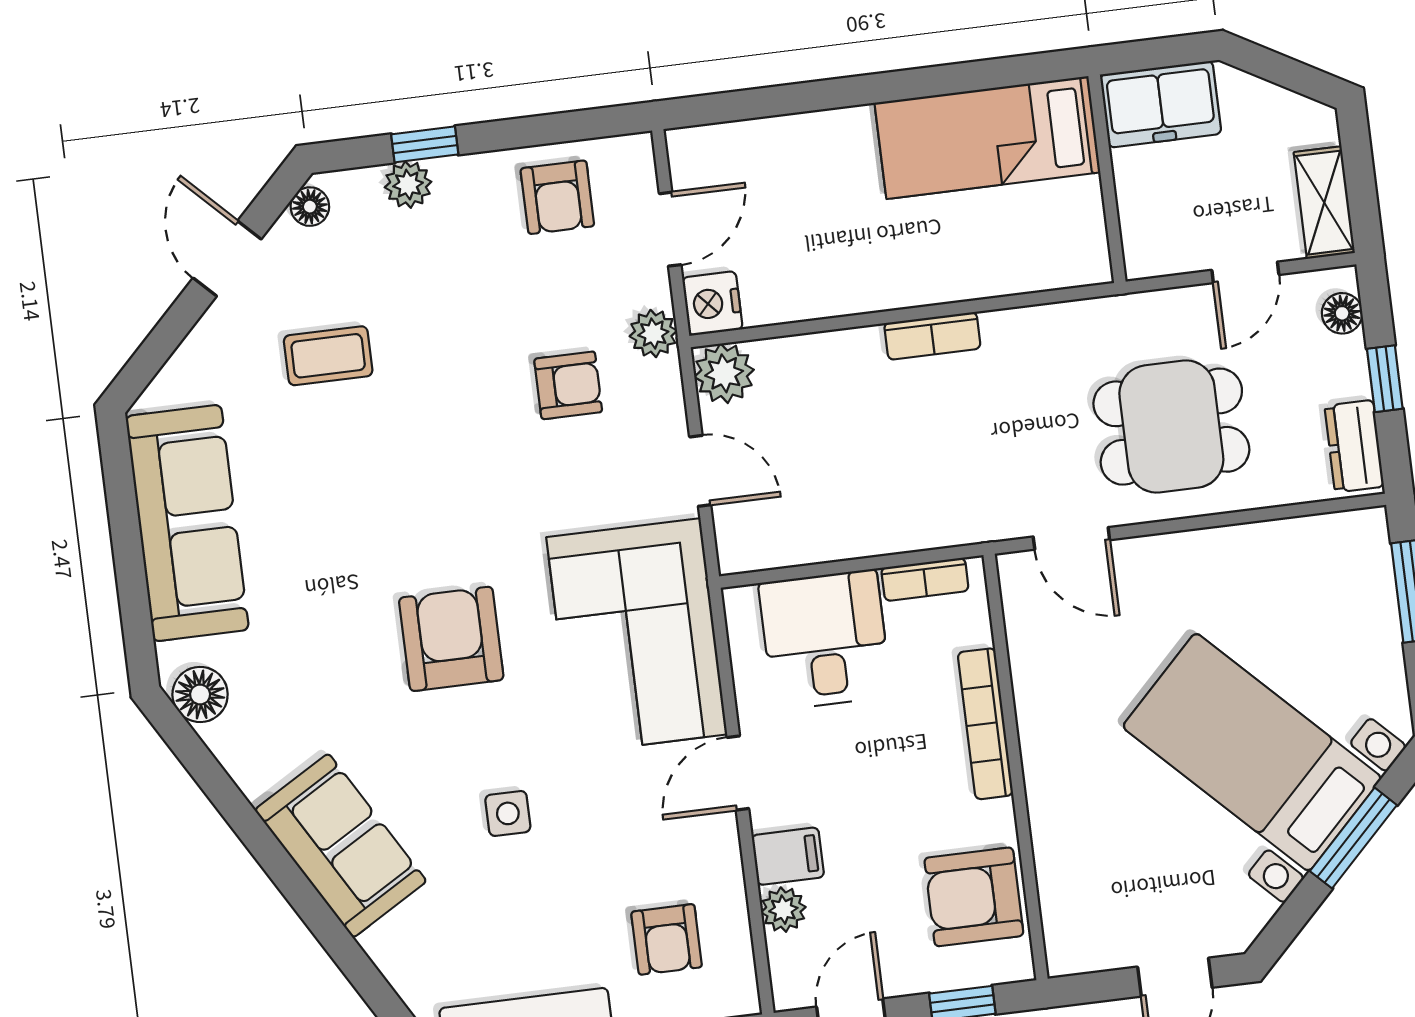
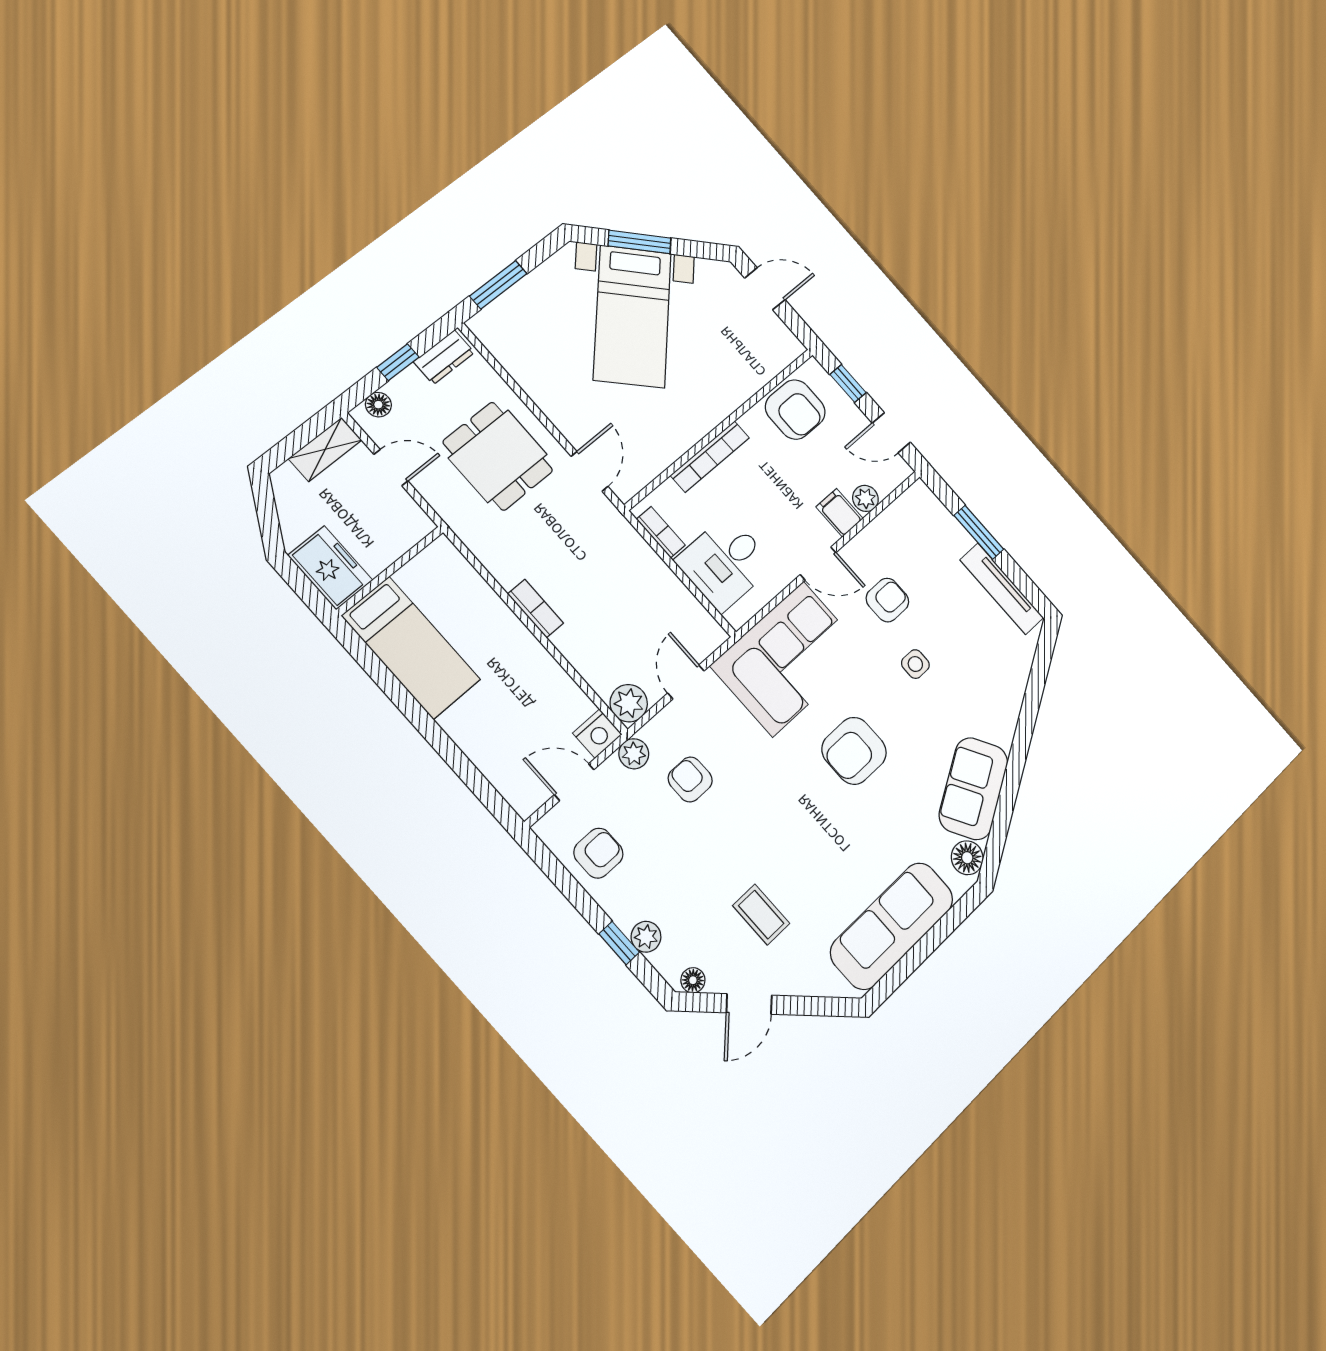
sofa: (341, 846) -> (973, 789), moved
armchair: (667, 939) -> (887, 600), moved

